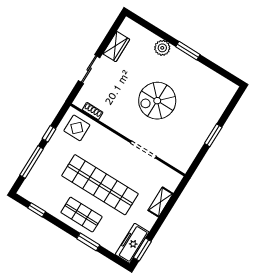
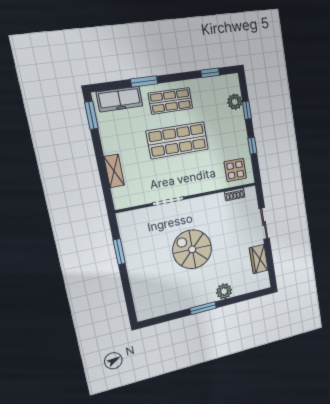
spiral stairs: (157, 101) -> (192, 249), turned -90
window: (213, 135) -> (119, 252), moved
window: (32, 162) -> (247, 110), width x0.46
plant: (36, 175) -> (235, 102), added
shop shelf: (100, 185) -> (178, 140), width x0.71
freezer: (132, 243) -> (120, 99), moved, turned 90

